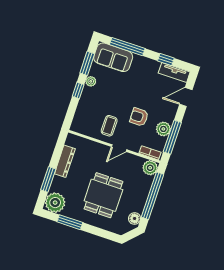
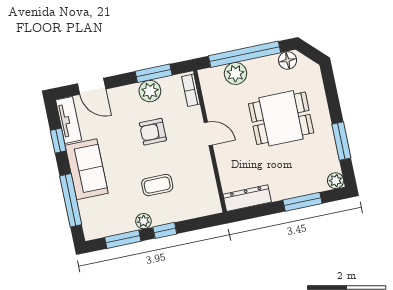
sofa: (113, 57) -> (87, 169), moved
armchair: (139, 117) -> (153, 132), turned 90
coffee table: (109, 126) -> (157, 185), moved
window: (172, 137) -> (154, 73), width x0.69
dresser: (65, 161) -> (247, 198), moved
plant: (150, 168) -> (235, 73), moved
plant: (55, 203) -> (336, 181), width x0.53, depth x0.53

